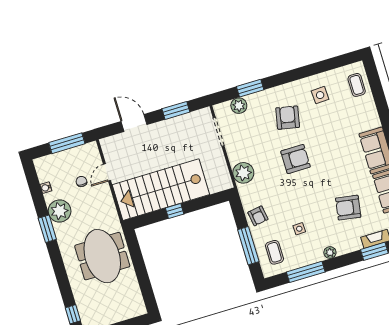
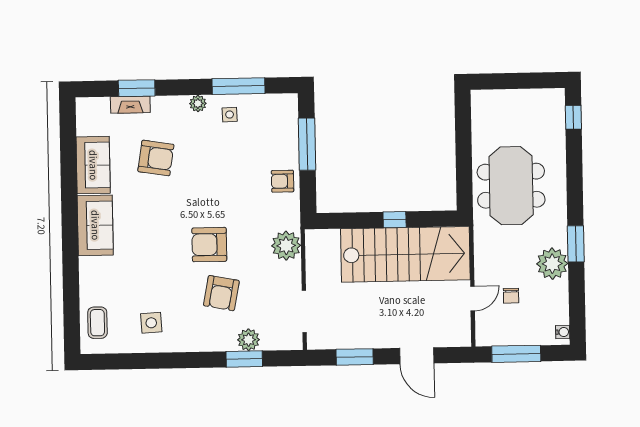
plant: (239, 106) -> (248, 340), moved
armchair: (288, 118) -> (221, 293), moved
water cooler: (46, 188) -> (563, 332), moved
armchair: (258, 216) -> (283, 181), turned -81
side table: (299, 229) -> (230, 115), moved
coffee table: (274, 252) -> (274, 125), removed

